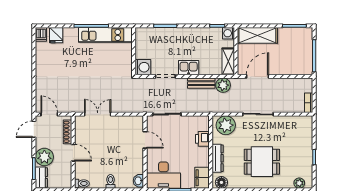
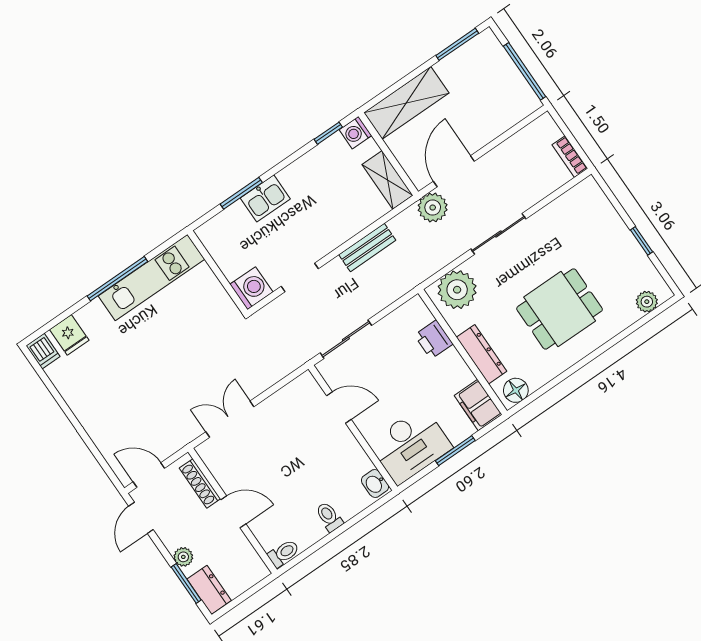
kitchen sink: (189, 68) -> (265, 198), moved, turned 180
plant: (223, 85) -> (433, 208), moved
plant: (44, 157) -> (183, 557), width x0.53, depth x0.53

